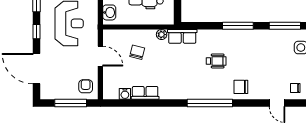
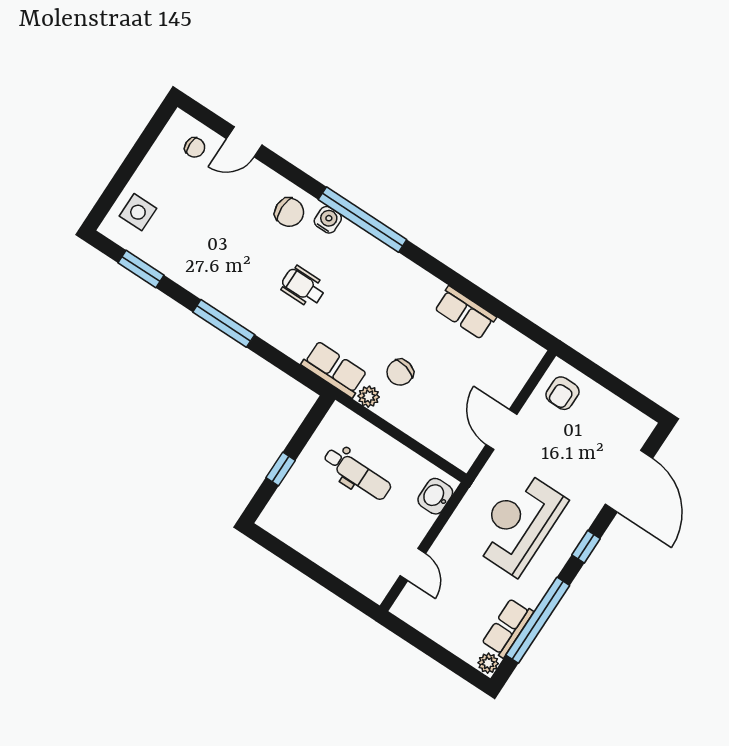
window: (285, 26) -> (141, 269), width x0.69
chair: (137, 52) -> (400, 372), moved
water cooler: (125, 94) -> (328, 220), moved
window: (71, 103) -> (608, 381), removed
door: (277, 103) -> (244, 142), swing flipped

